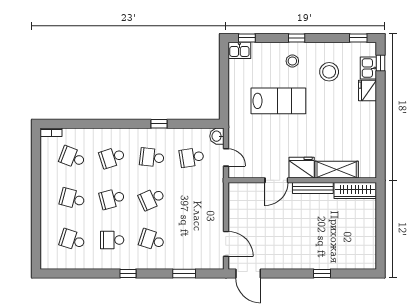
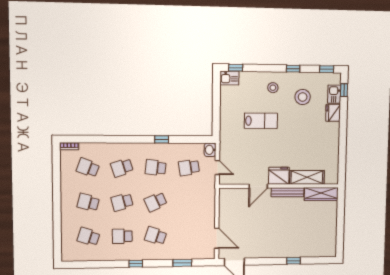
window: (297, 38) -> (293, 69), moved
lab bench: (278, 101) -> (261, 121), width x0.73, depth x0.72

